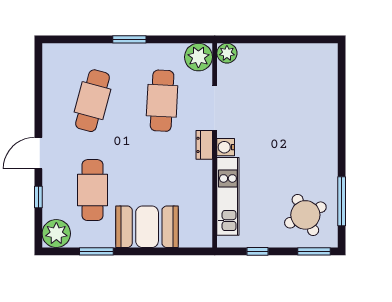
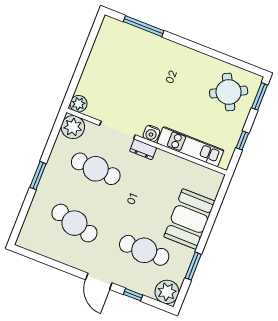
window: (342, 201) -> (144, 26), moved

